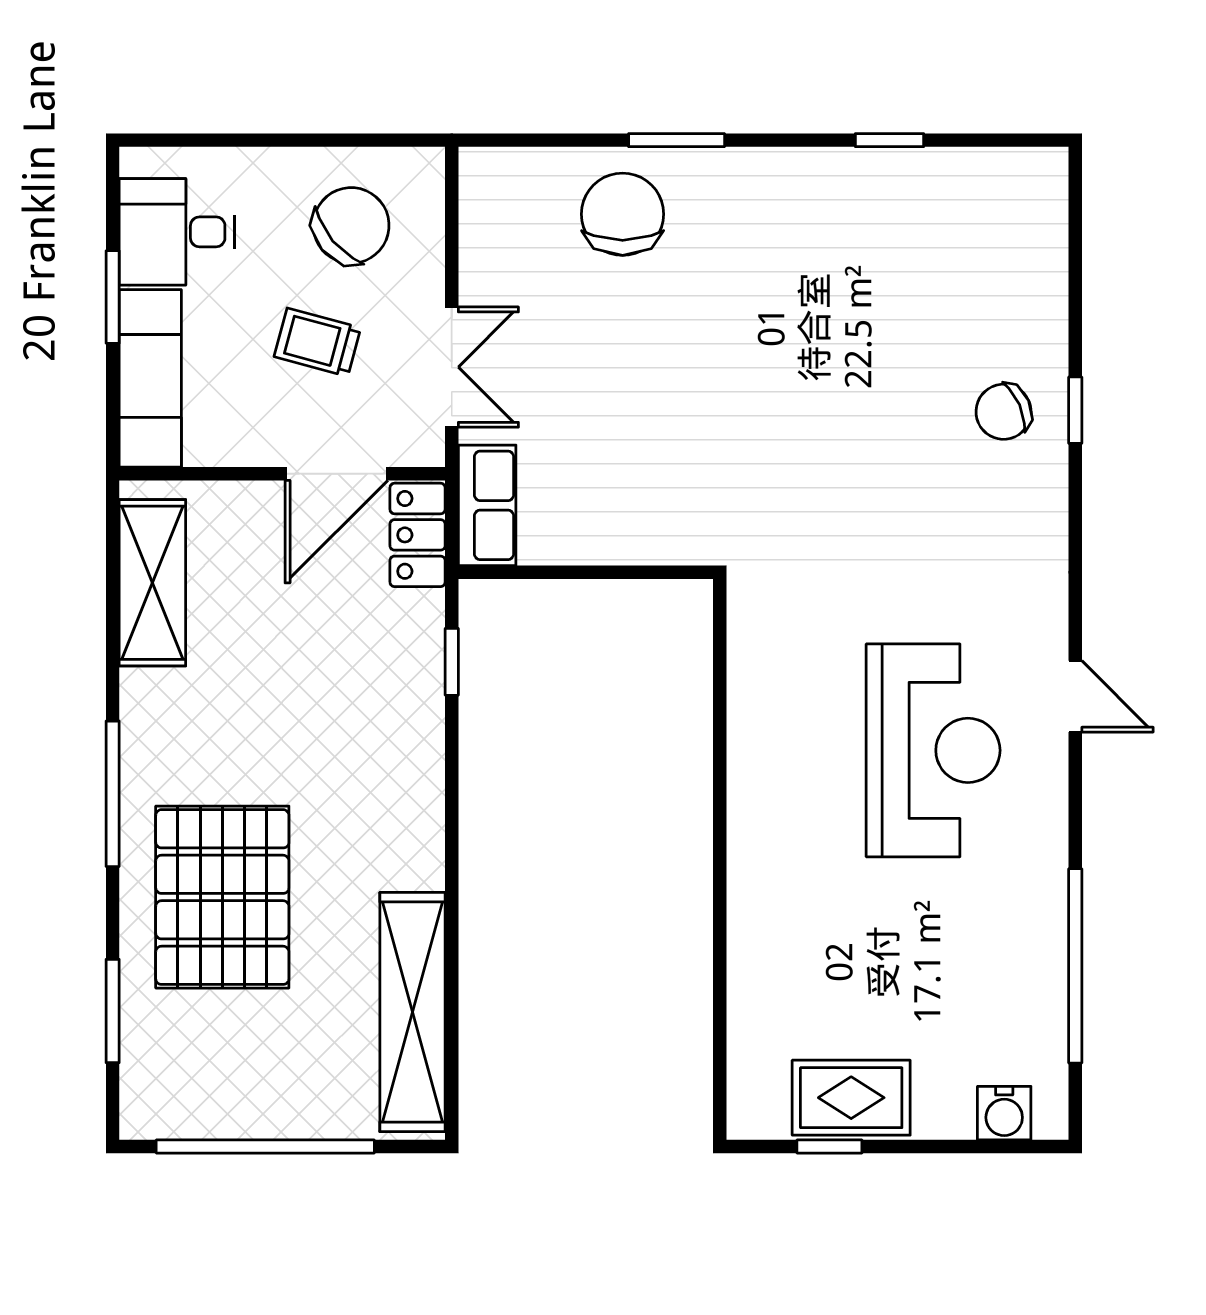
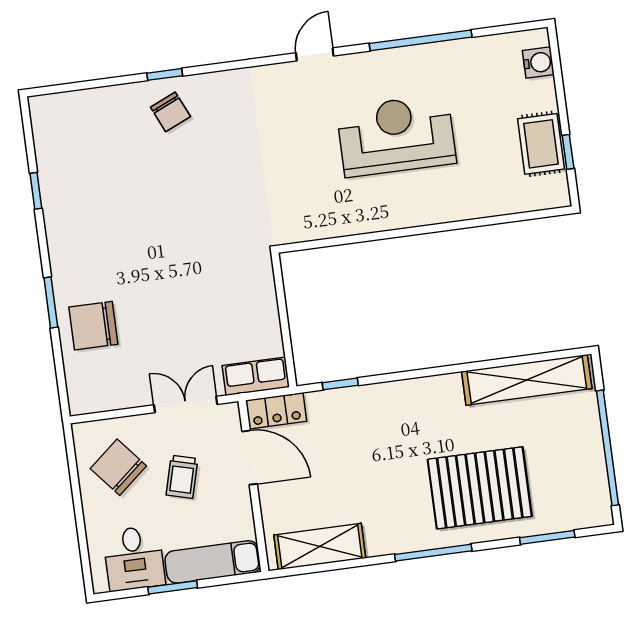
reception desk: (933, 750) -> (396, 136), moved
window: (1075, 966) -> (421, 40), moved

